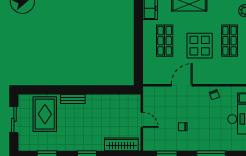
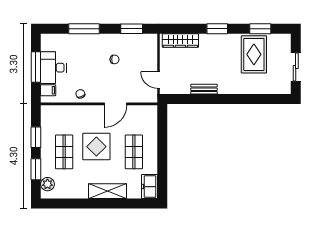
bench: (73, 99) -> (204, 89), moved
rug: (45, 114) -> (254, 54), moved
door: (142, 120) -> (159, 80), moved

